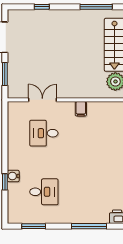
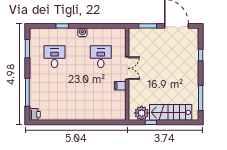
double door: (42, 100) -> (127, 68), moved
water cooler: (13, 176) -> (82, 32), moved
desk: (44, 192) -> (54, 57), turned 180

